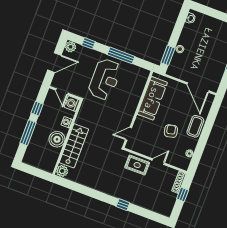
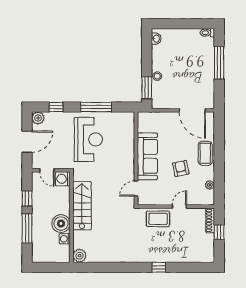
sofa: (152, 98) -> (147, 156), moved
washing machine: (67, 122) -> (65, 239), moved
stairs: (74, 146) -> (82, 206), moved

